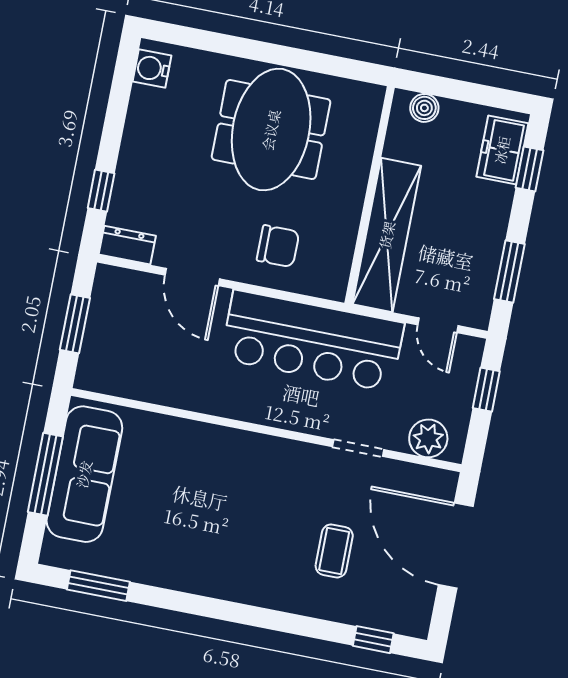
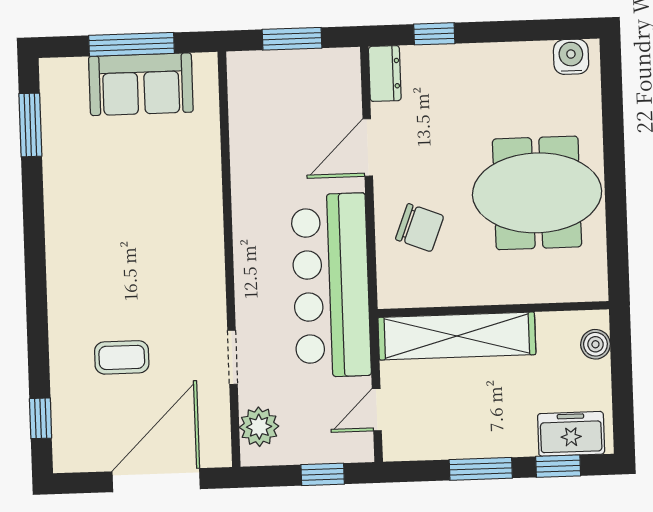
chair: (278, 246) -> (420, 228), turned -69
window: (509, 272) -> (481, 469), moved
sofa: (84, 474) -> (141, 84), width x0.73

